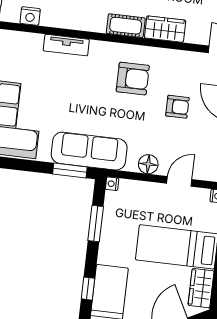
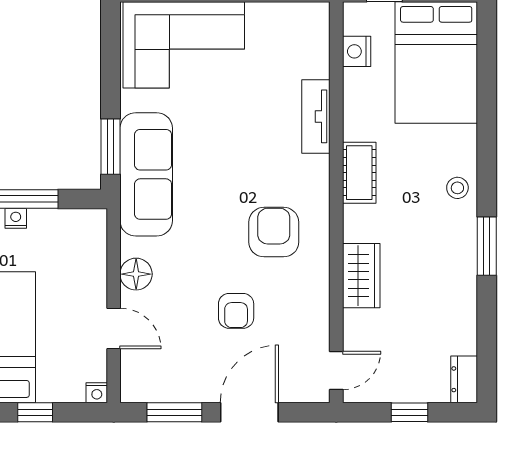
cot: (126, 26) -> (359, 173), moved
armchair: (133, 79) -> (274, 232), turned 180
nightstand: (112, 184) -> (16, 218), moved

